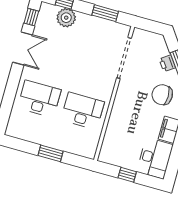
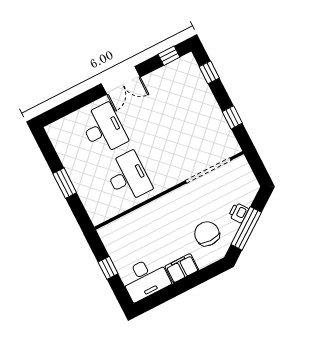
window: (105, 13) -> (232, 117), width x0.67
plant: (66, 18) -> (197, 87), removed
double door: (23, 49) -> (121, 80), moved

